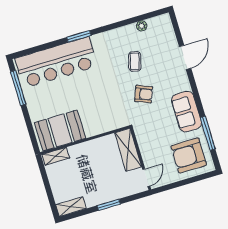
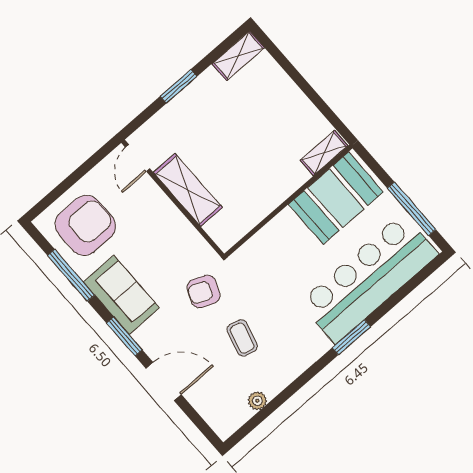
door: (185, 57) -> (164, 381), swing flipped
window: (195, 90) -> (124, 337), added
booth: (60, 130) -> (336, 198), moved
wall: (85, 140) -> (288, 201), moved
shelving: (56, 156) -> (324, 153), moved

